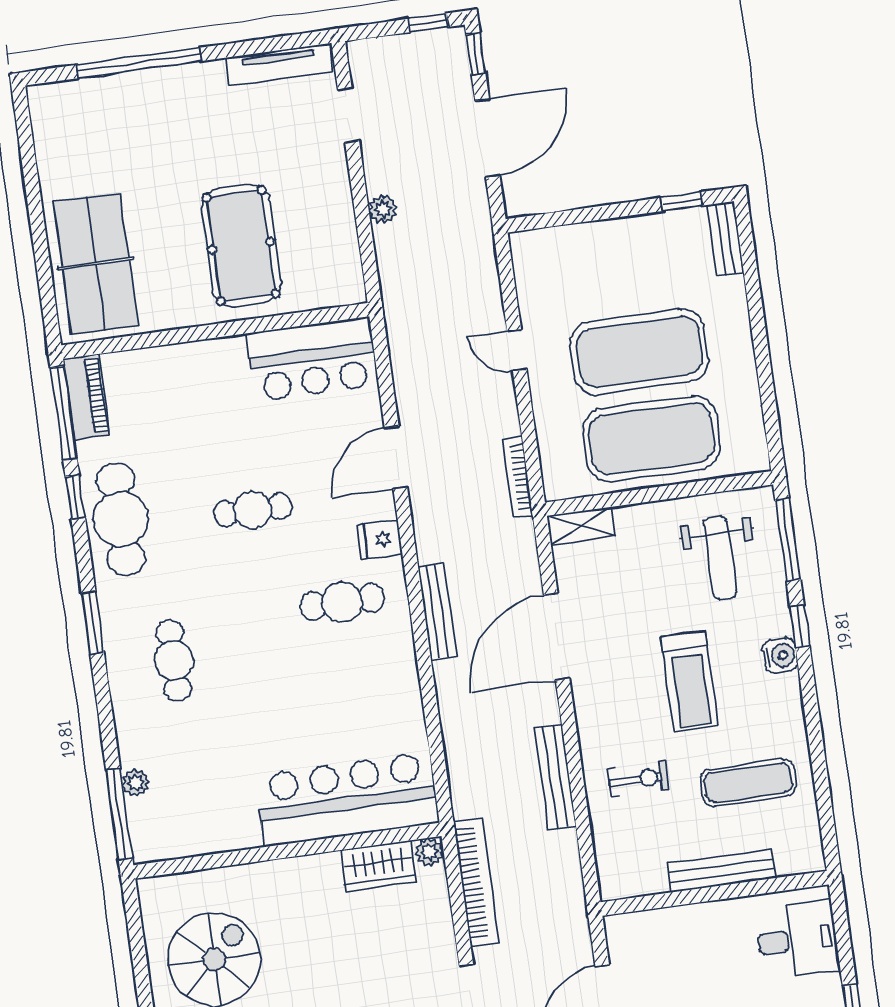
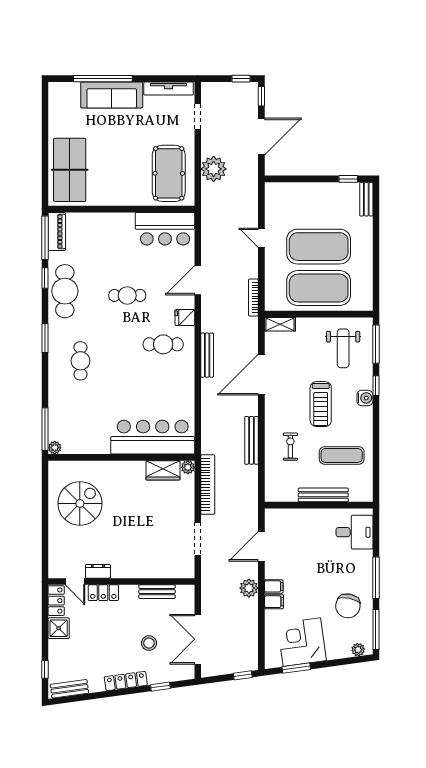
sofa: (162, 94) -> (112, 95), added
plant: (383, 209) -> (214, 169), width x1.88, depth x1.88
pool table: (241, 246) -> (169, 173), moved
exercise bike: (638, 779) -> (290, 447), turned -90
plant: (136, 783) -> (55, 448), moved

